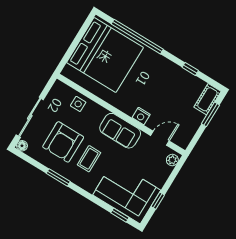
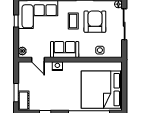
door: (160, 138) -> (38, 60), hinge flipped

